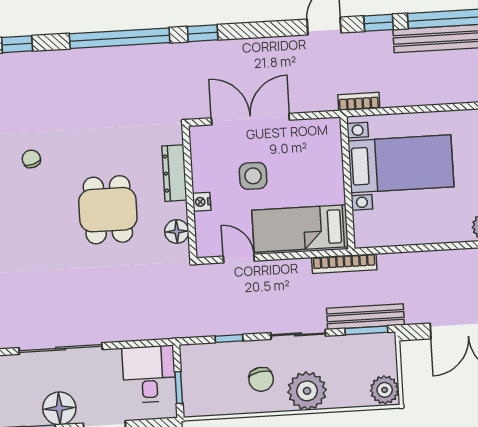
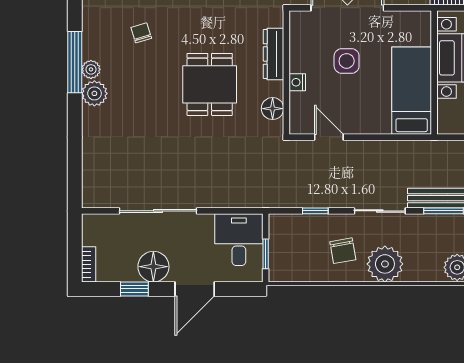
bed: (300, 228) -> (412, 91), moved, turned 90
bookcase: (344, 264) -> (427, 148), removed

